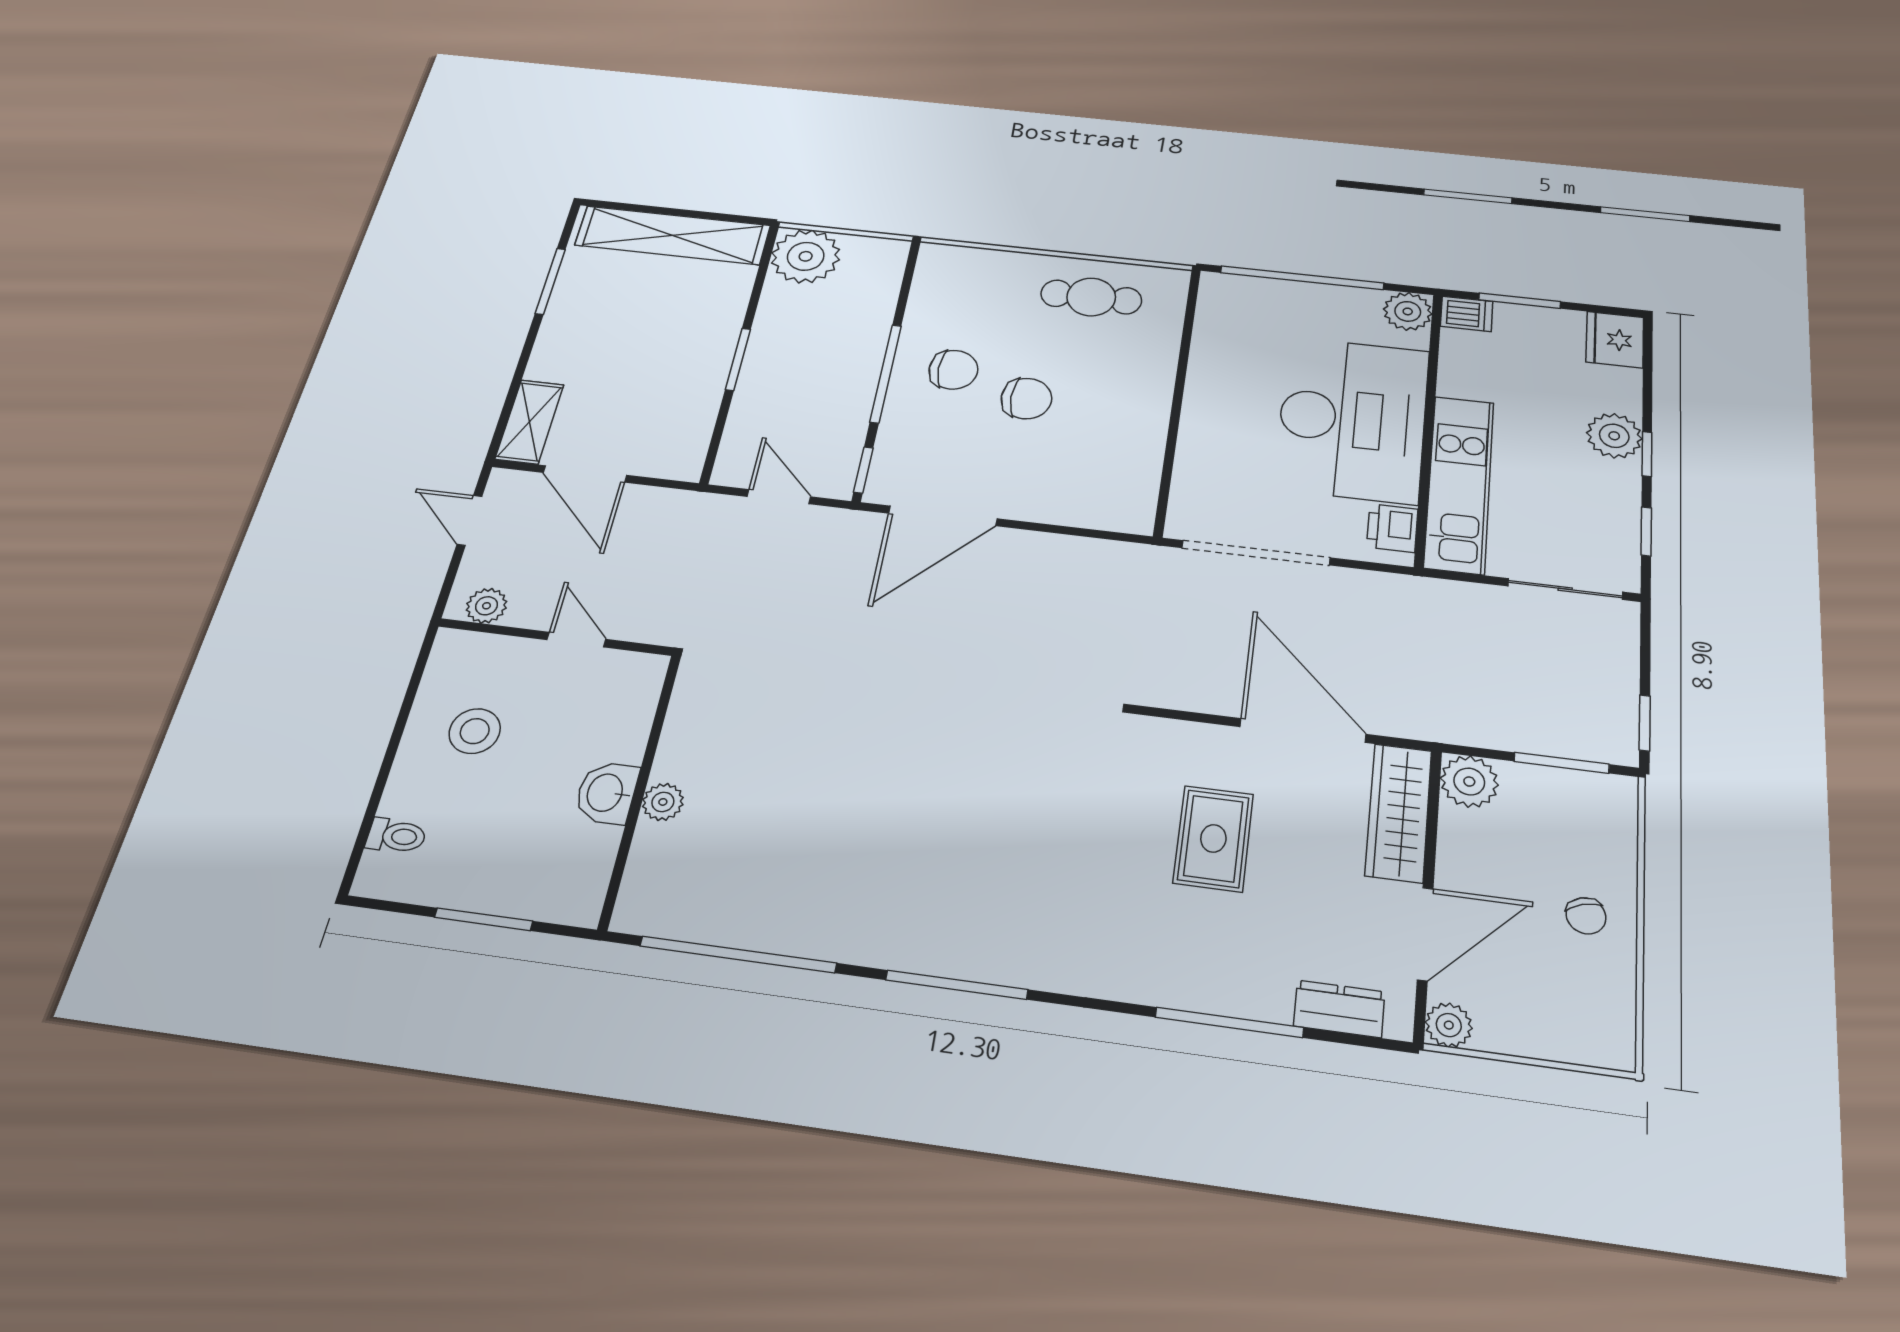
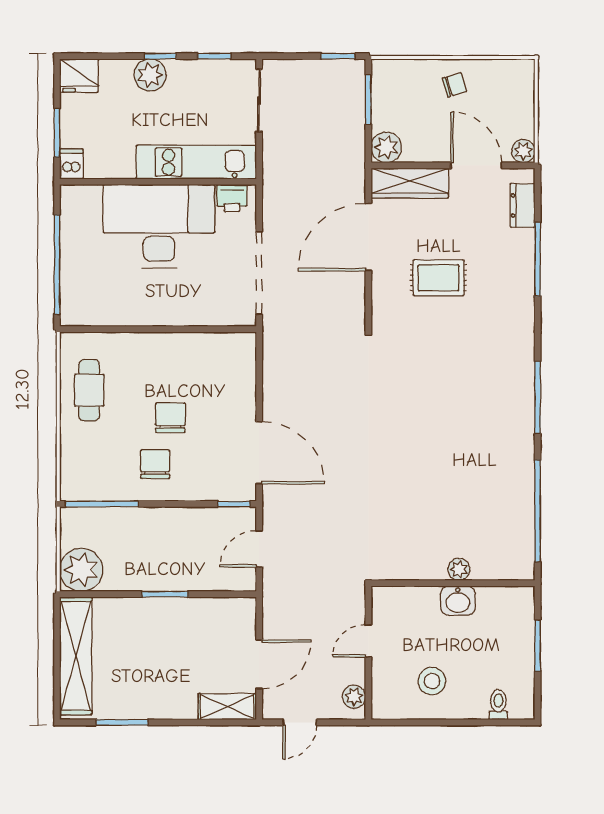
plant: (1408, 311) -> (74, 199), removed
window: (886, 374) -> (102, 504), moved

